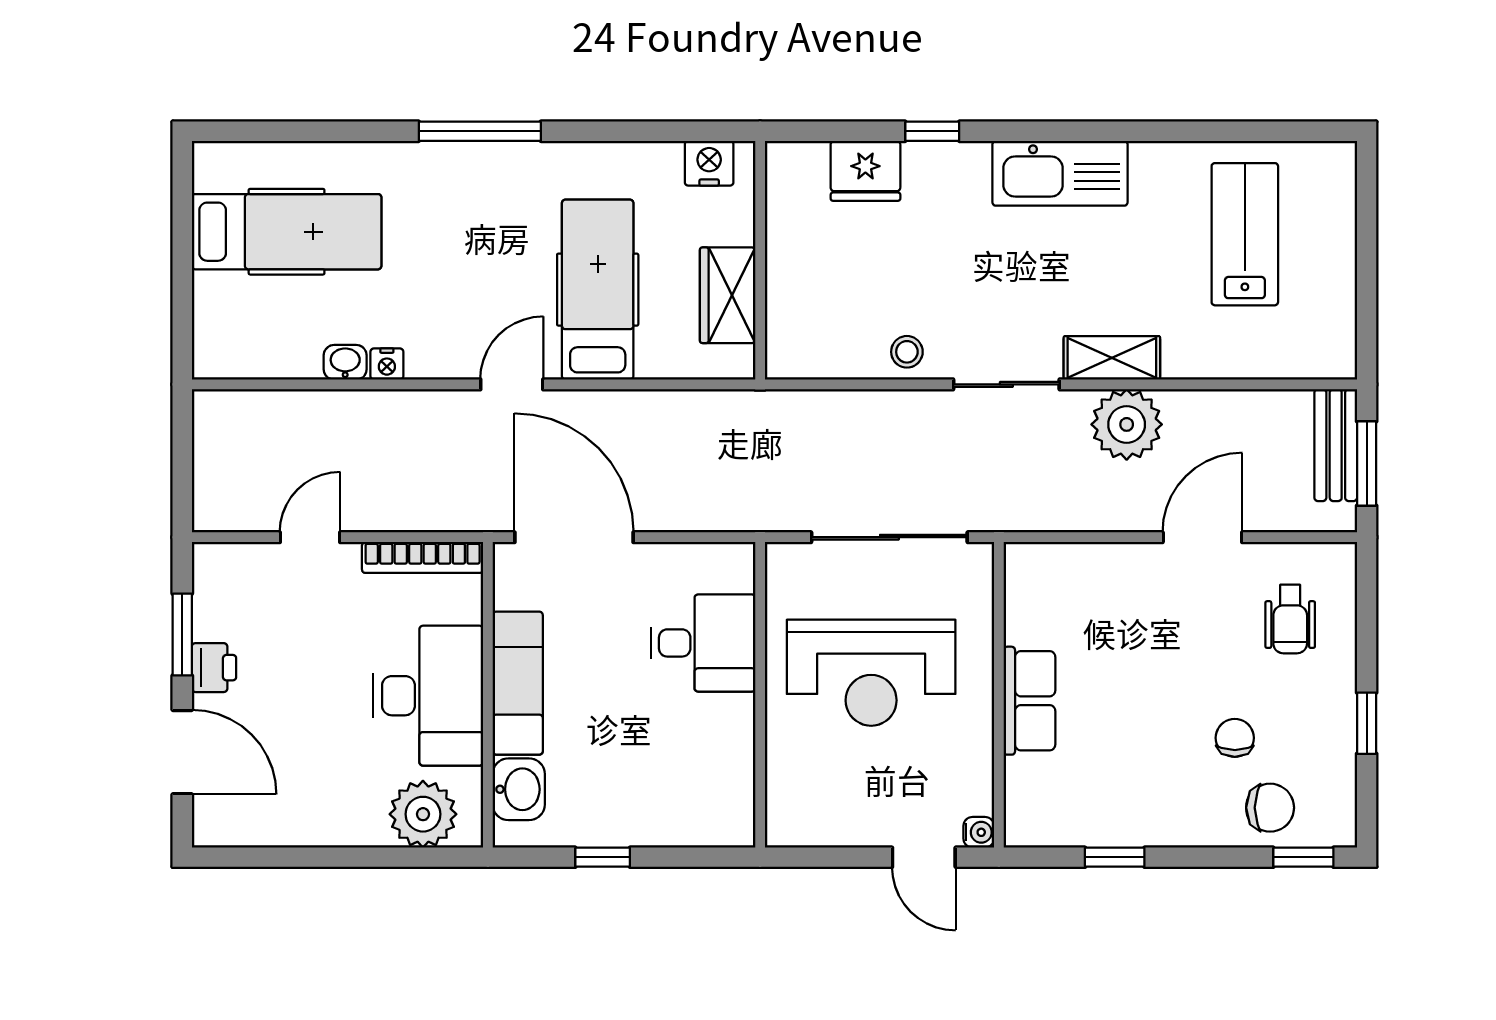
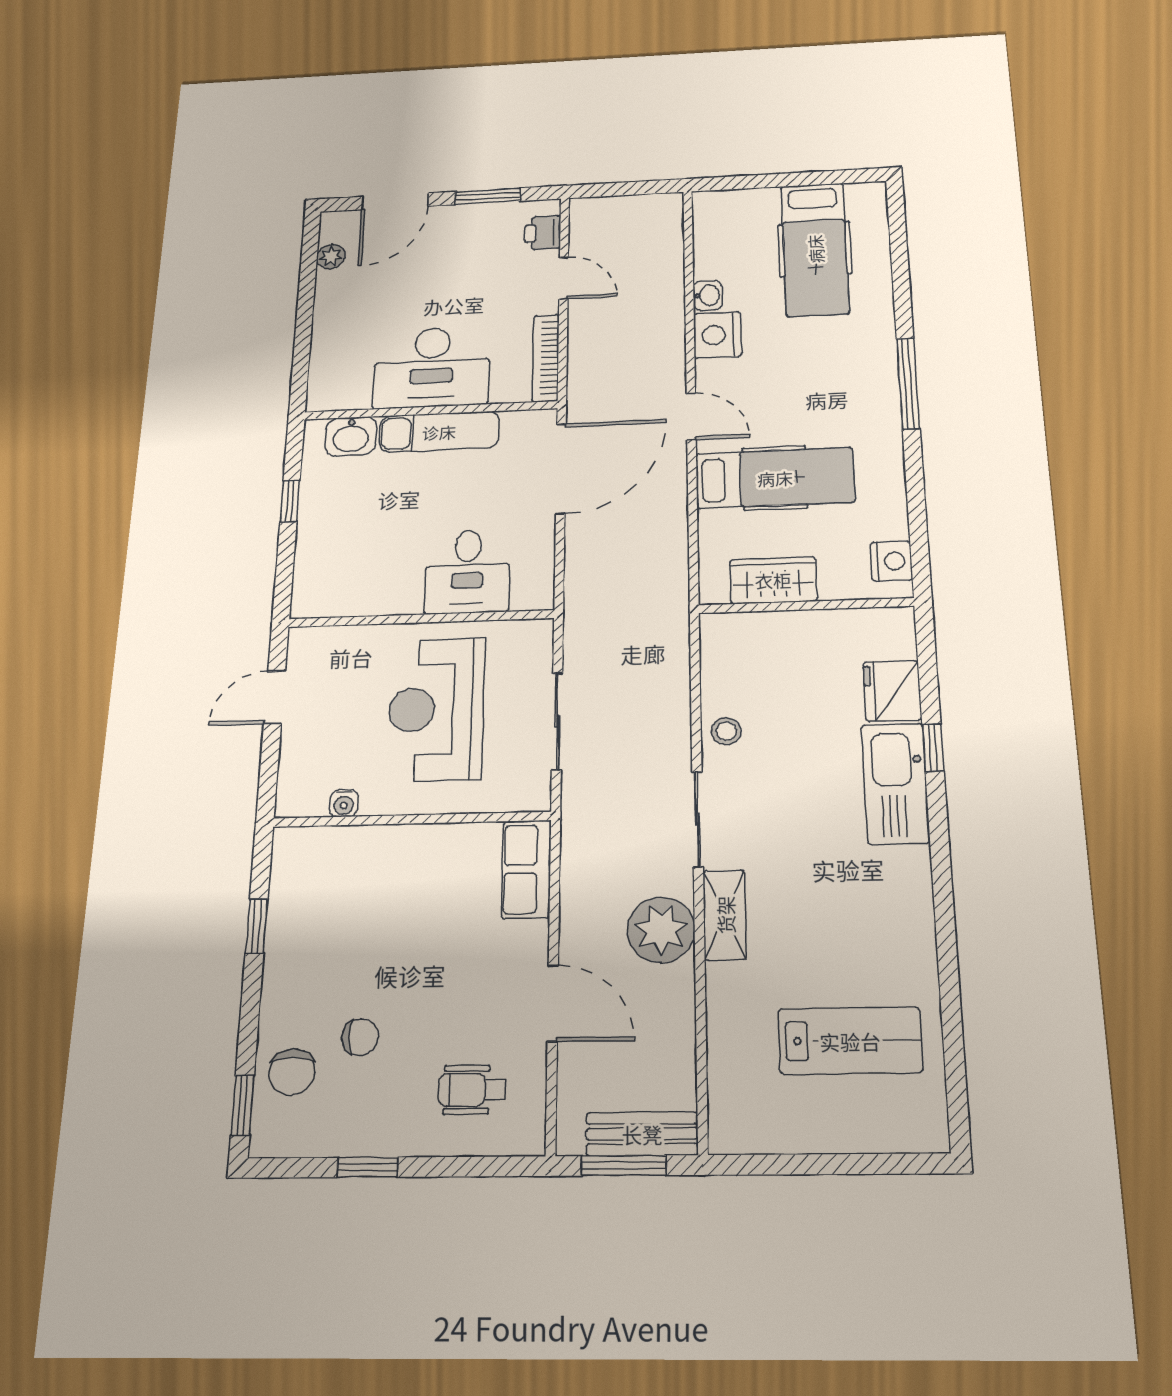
kitchen sink: (1060, 173) -> (895, 783), moved
nightstand: (387, 364) -> (717, 335), width x1.89, depth x1.79
sliding door: (889, 537) -> (557, 721), width x0.73
printer: (214, 668) -> (543, 233), moved, turned 90
row of seats: (1029, 701) -> (526, 869), moved, turned 90
plant: (423, 814) -> (331, 257), moved, width x0.53, depth x0.53
water cooler: (979, 832) -> (344, 803), moved
door: (924, 857) -> (275, 697), moved

